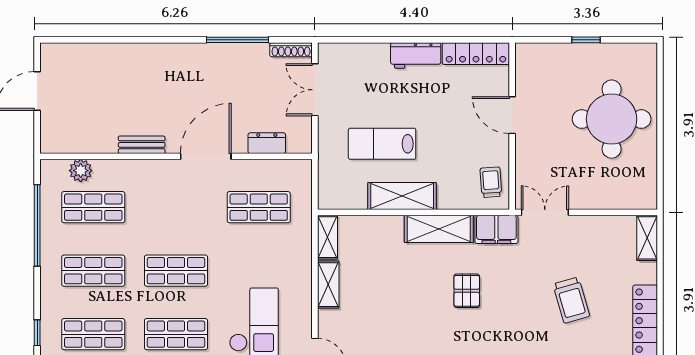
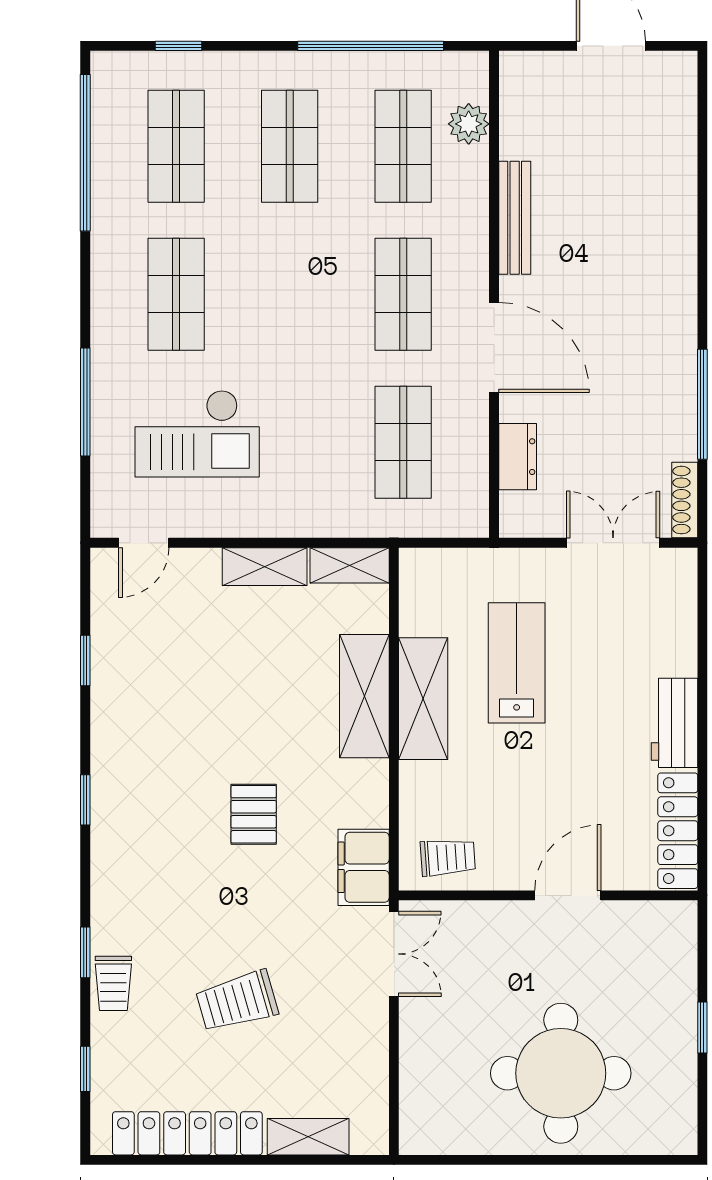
bench: (142, 145) -> (515, 218), width x1.36
shelving: (439, 229) -> (364, 696), moved
shelving: (647, 238) -> (308, 1137), moved
shop shelf: (176, 271) -> (403, 294), moved
pallet: (467, 291) -> (254, 814), turned 90

